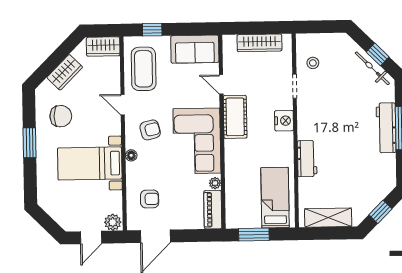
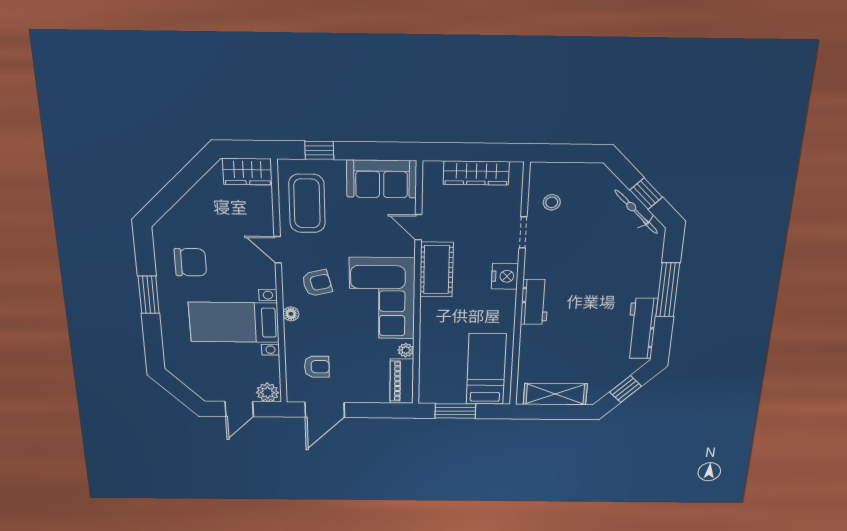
wardrobe: (65, 72) -> (193, 205), removed
workbench: (386, 128) -> (642, 329), moved
workbench: (307, 159) -> (535, 302), moved

